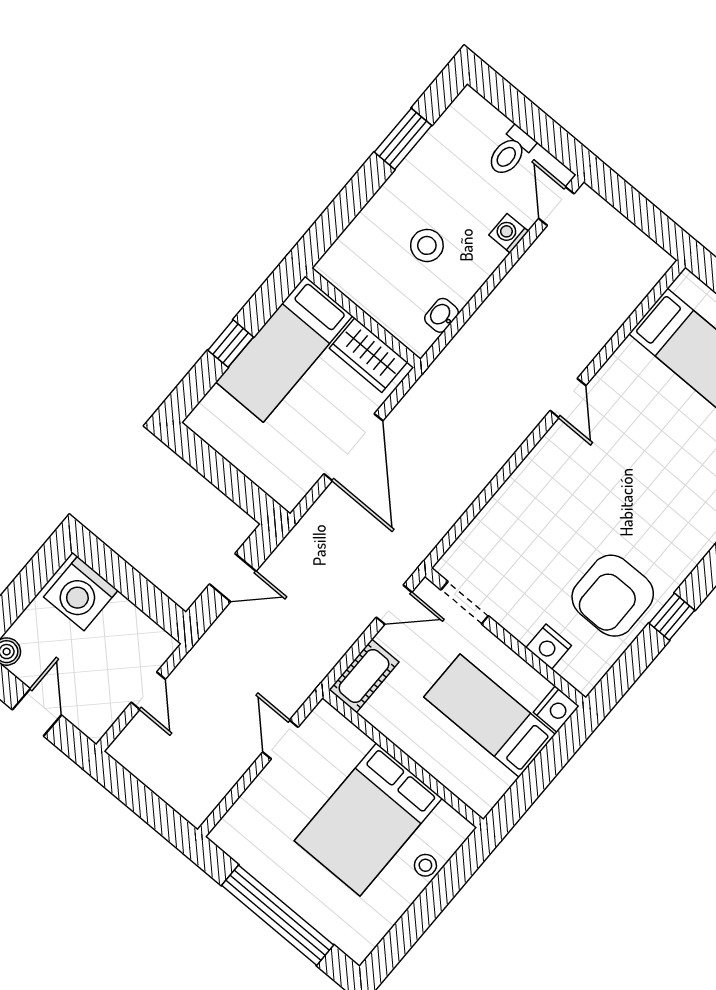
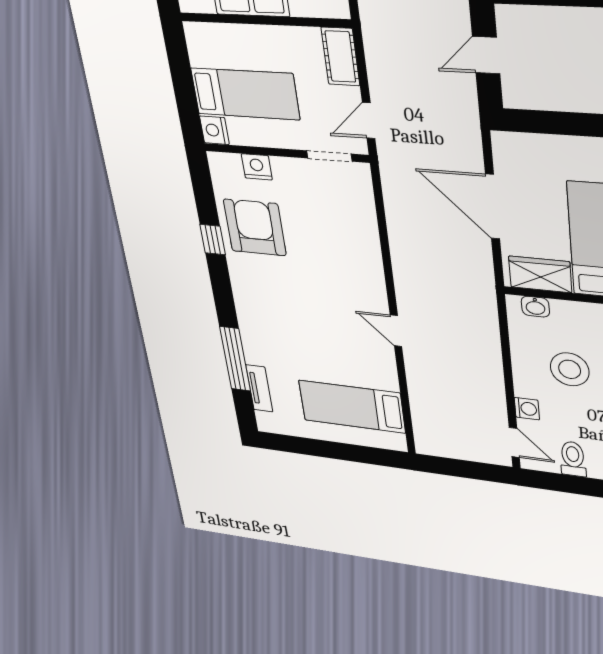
stool: (427, 245) -> (570, 369), width x1.38, depth x1.38
washbasin: (441, 315) -> (535, 307), moved, turned 90

